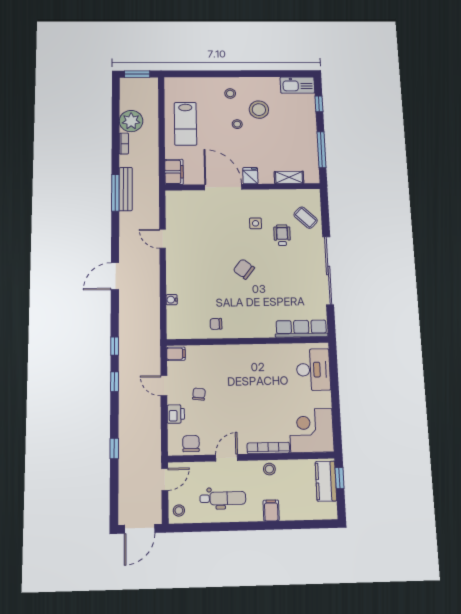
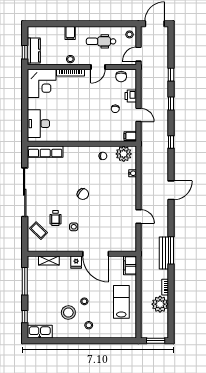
plant: (185, 328) -> (124, 154), added
window: (115, 382) -> (171, 104), moved

